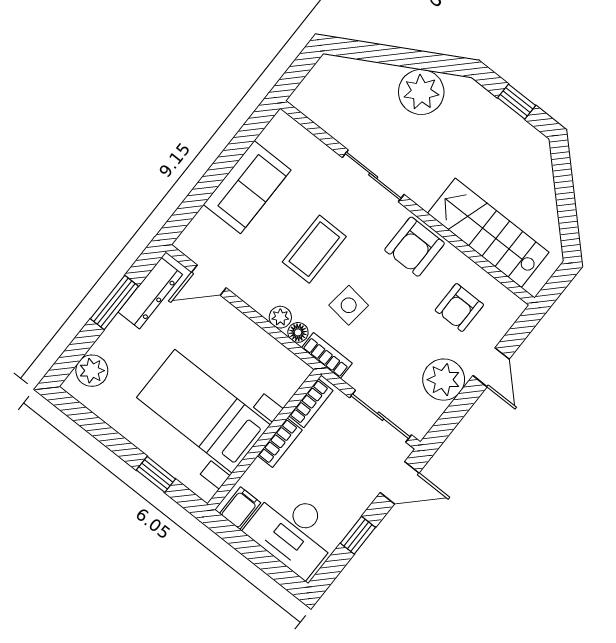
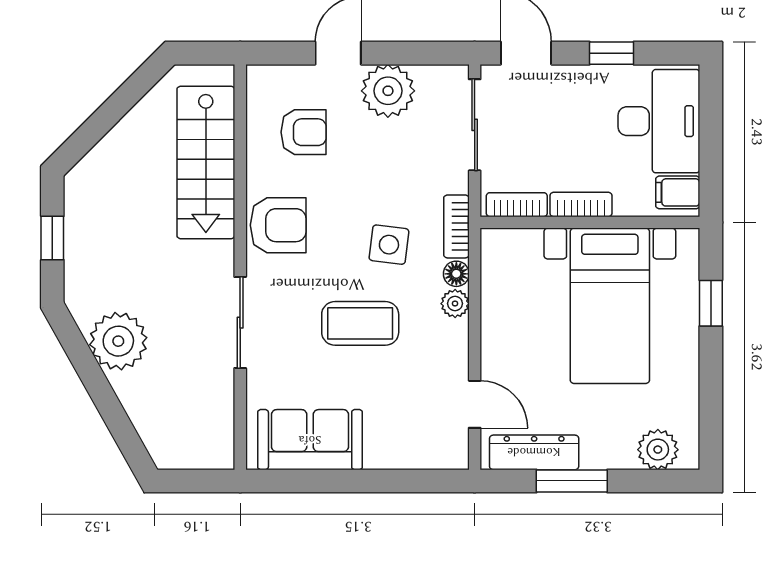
sofa: (247, 187) -> (310, 440), moved

